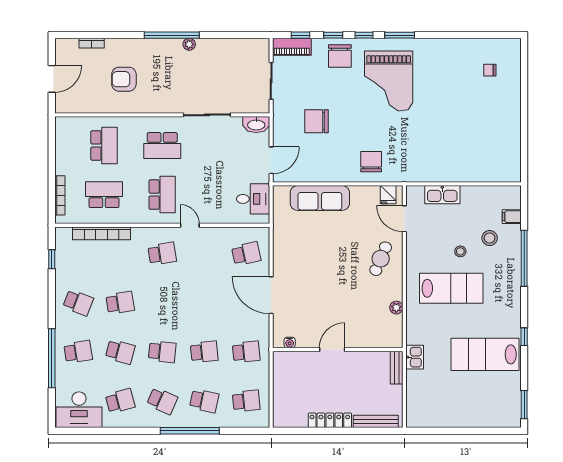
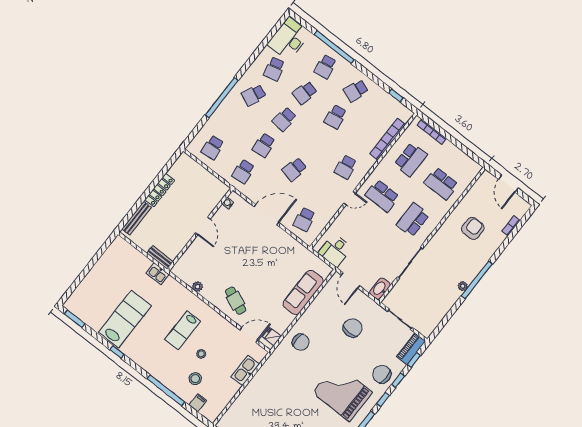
lab bench: (451, 288) -> (183, 330), width x0.73, depth x0.72
school desk: (204, 401) -> (294, 169), moved

